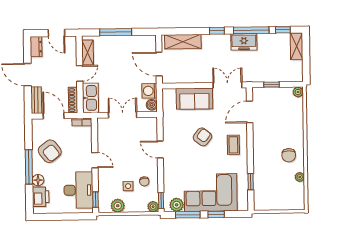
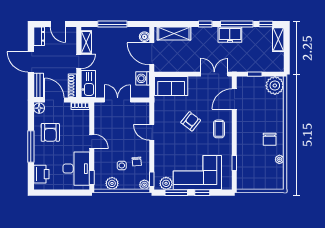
plant: (298, 92) -> (275, 86), width x1.88, depth x1.88
sofa: (194, 99) -> (171, 86), moved
boiler: (152, 105) -> (144, 37), moved
armchair: (50, 151) -> (50, 132), turned 38
floor lamp: (38, 180) -> (39, 108), moved

